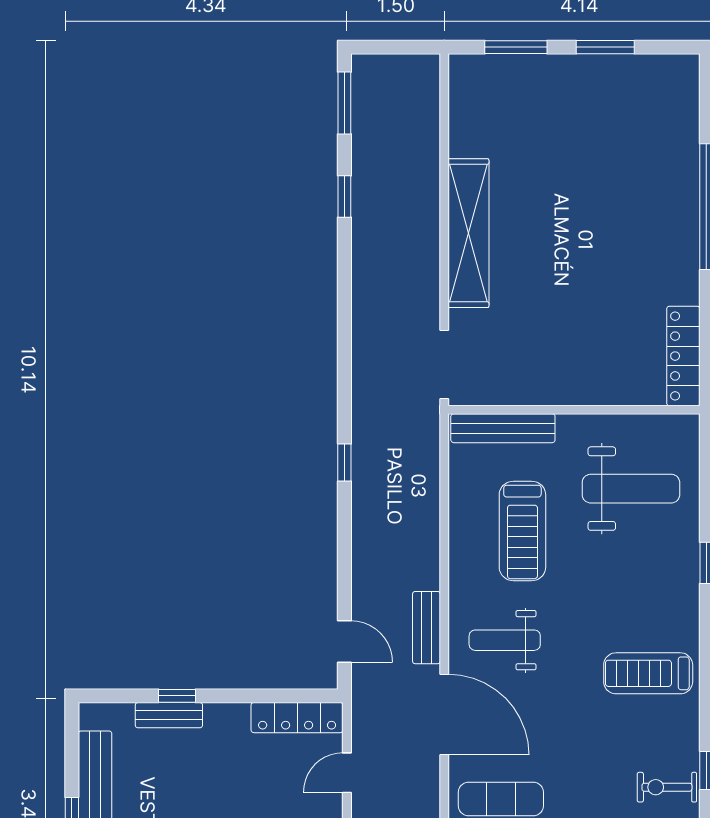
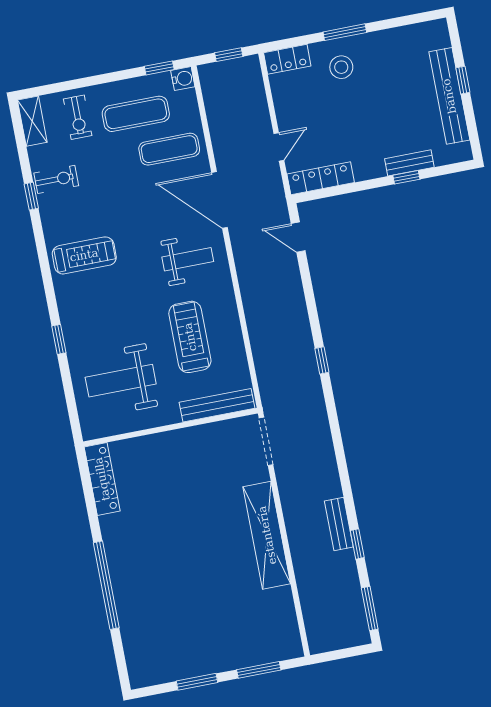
bench: (426, 628) -> (339, 524), moved

